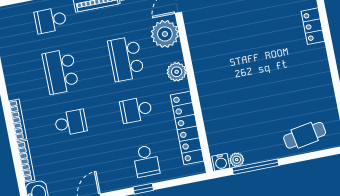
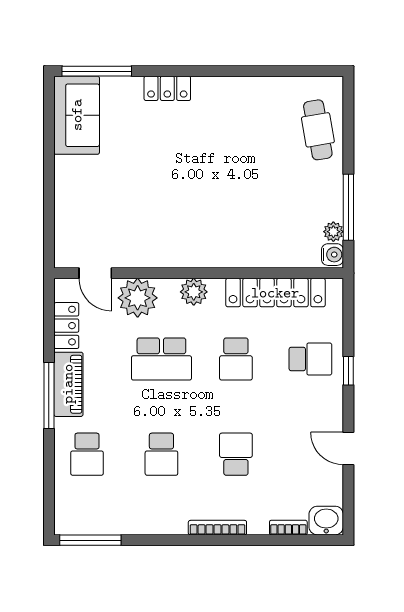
school desk: (61, 71) -> (161, 454), width x0.54
bookcase: (26, 161) -> (288, 528), width x0.64

